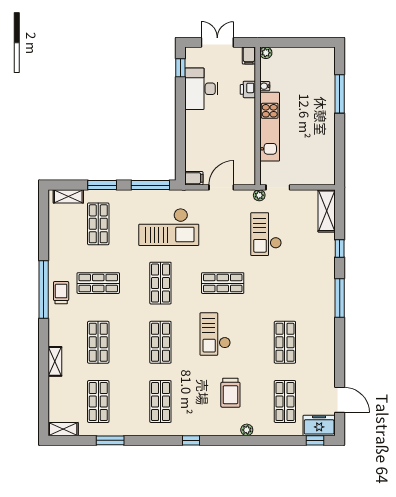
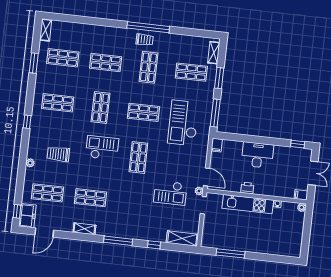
desk: (201, 89) -> (258, 155), moved
printer: (248, 89) -> (247, 188), moved
window: (340, 94) -> (231, 253), moved
door: (221, 187) -> (206, 177), moved
checkout: (266, 234) -> (170, 193), turned 180
shop shelf: (160, 342) -> (101, 108), turned 90
shelving: (55, 361) -> (84, 229), moved

